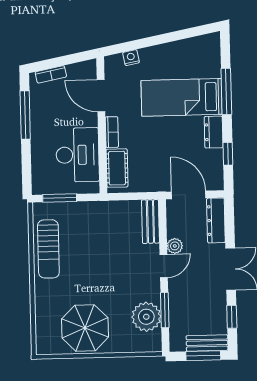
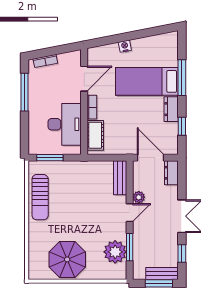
nightstand: (131, 58) -> (125, 46), moved
door: (101, 96) -> (84, 79), swing flipped
dresser: (216, 220) -> (171, 173), width x0.70

